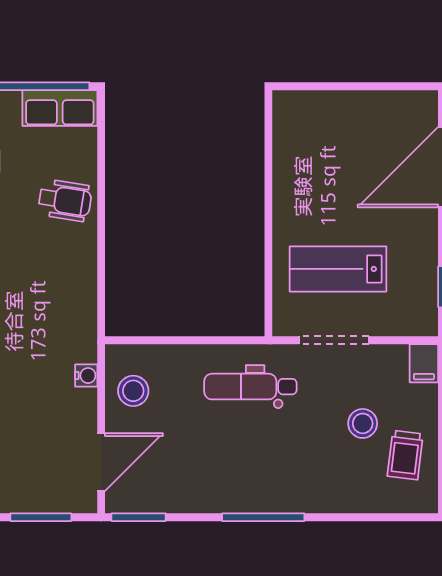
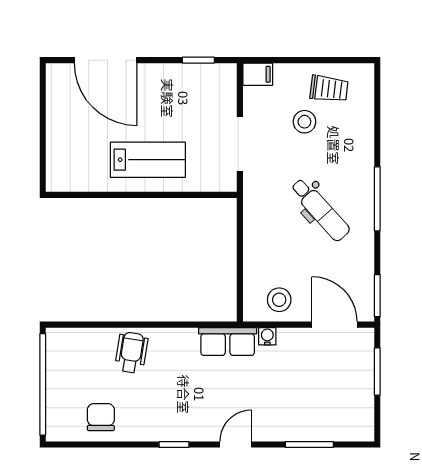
row of seats: (60, 108) -> (228, 342), moved, turned 90
lab bench: (338, 269) -> (148, 160), moved, turned -90
dental chair: (250, 387) -> (320, 210), moved, turned -42

